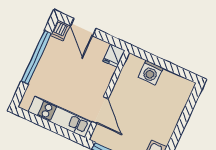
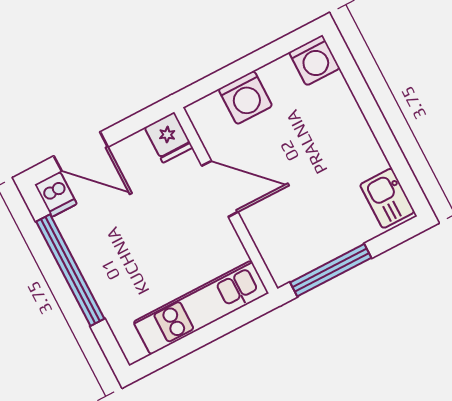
washing machine: (184, 87) -> (314, 60), added
door: (100, 110) -> (220, 189), moved

